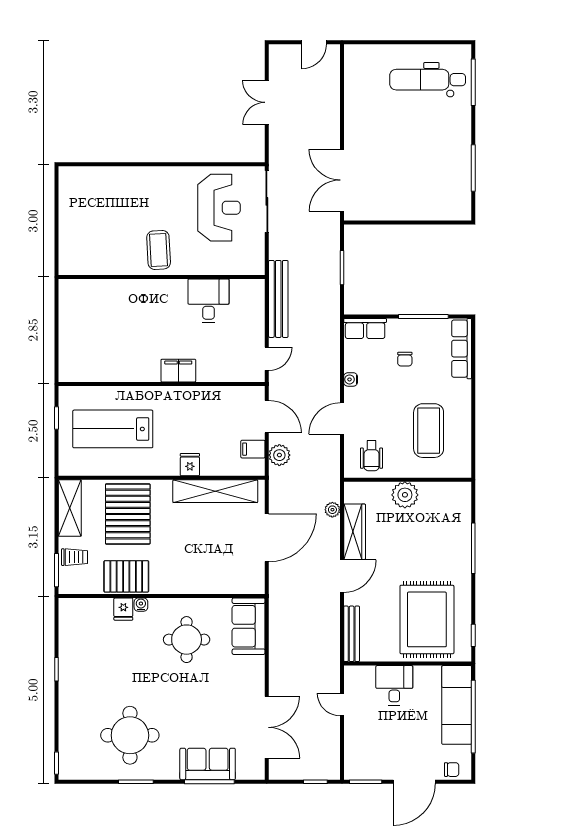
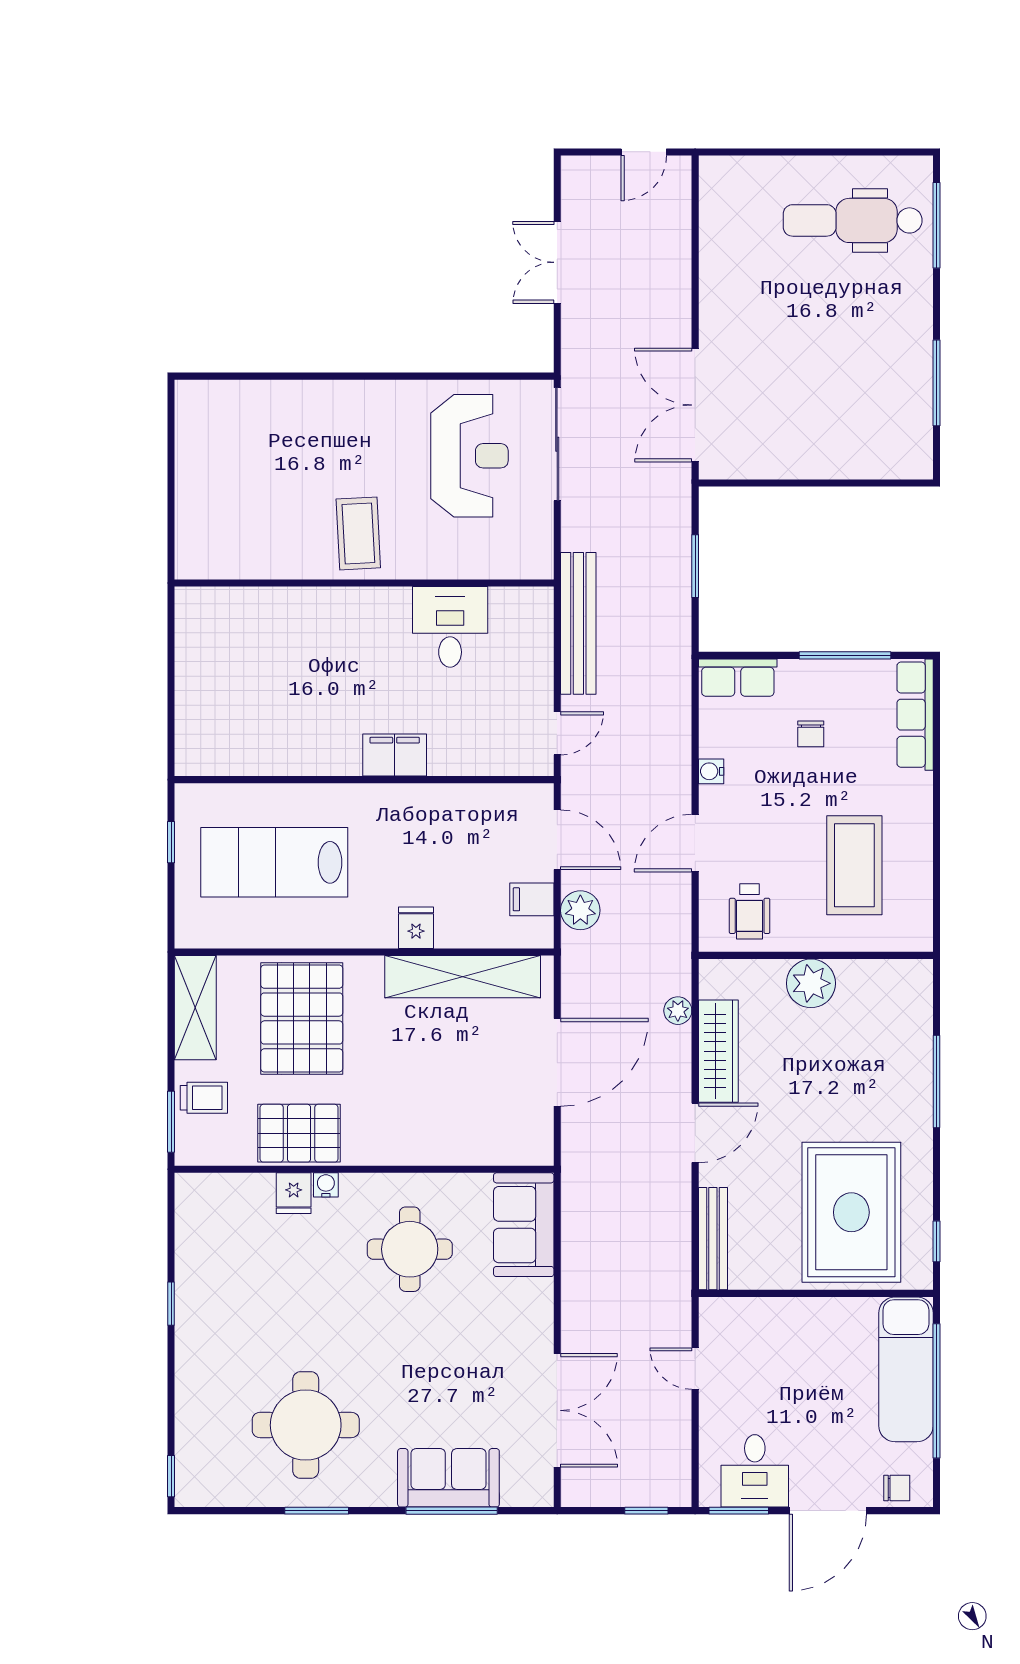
desk: (394, 685) -> (755, 1471), moved, turned 180

